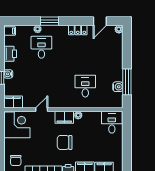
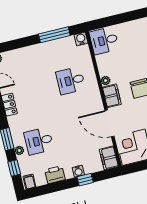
window: (24, 21) -> (14, 168), added
water cooler: (118, 87) -> (81, 39), moved
door: (42, 110) -> (109, 123), width x1.88

